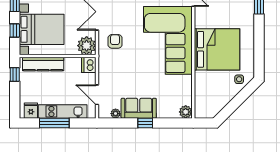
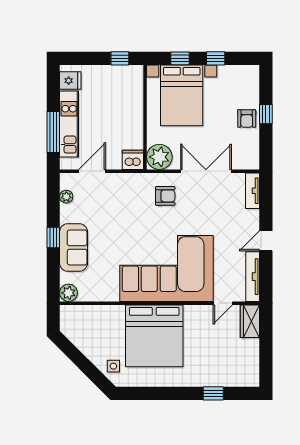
kitchen counter: (43, 64) -> (134, 97), removed
sofa: (139, 108) -> (74, 247), moved
window: (54, 123) -> (53, 132), moved

